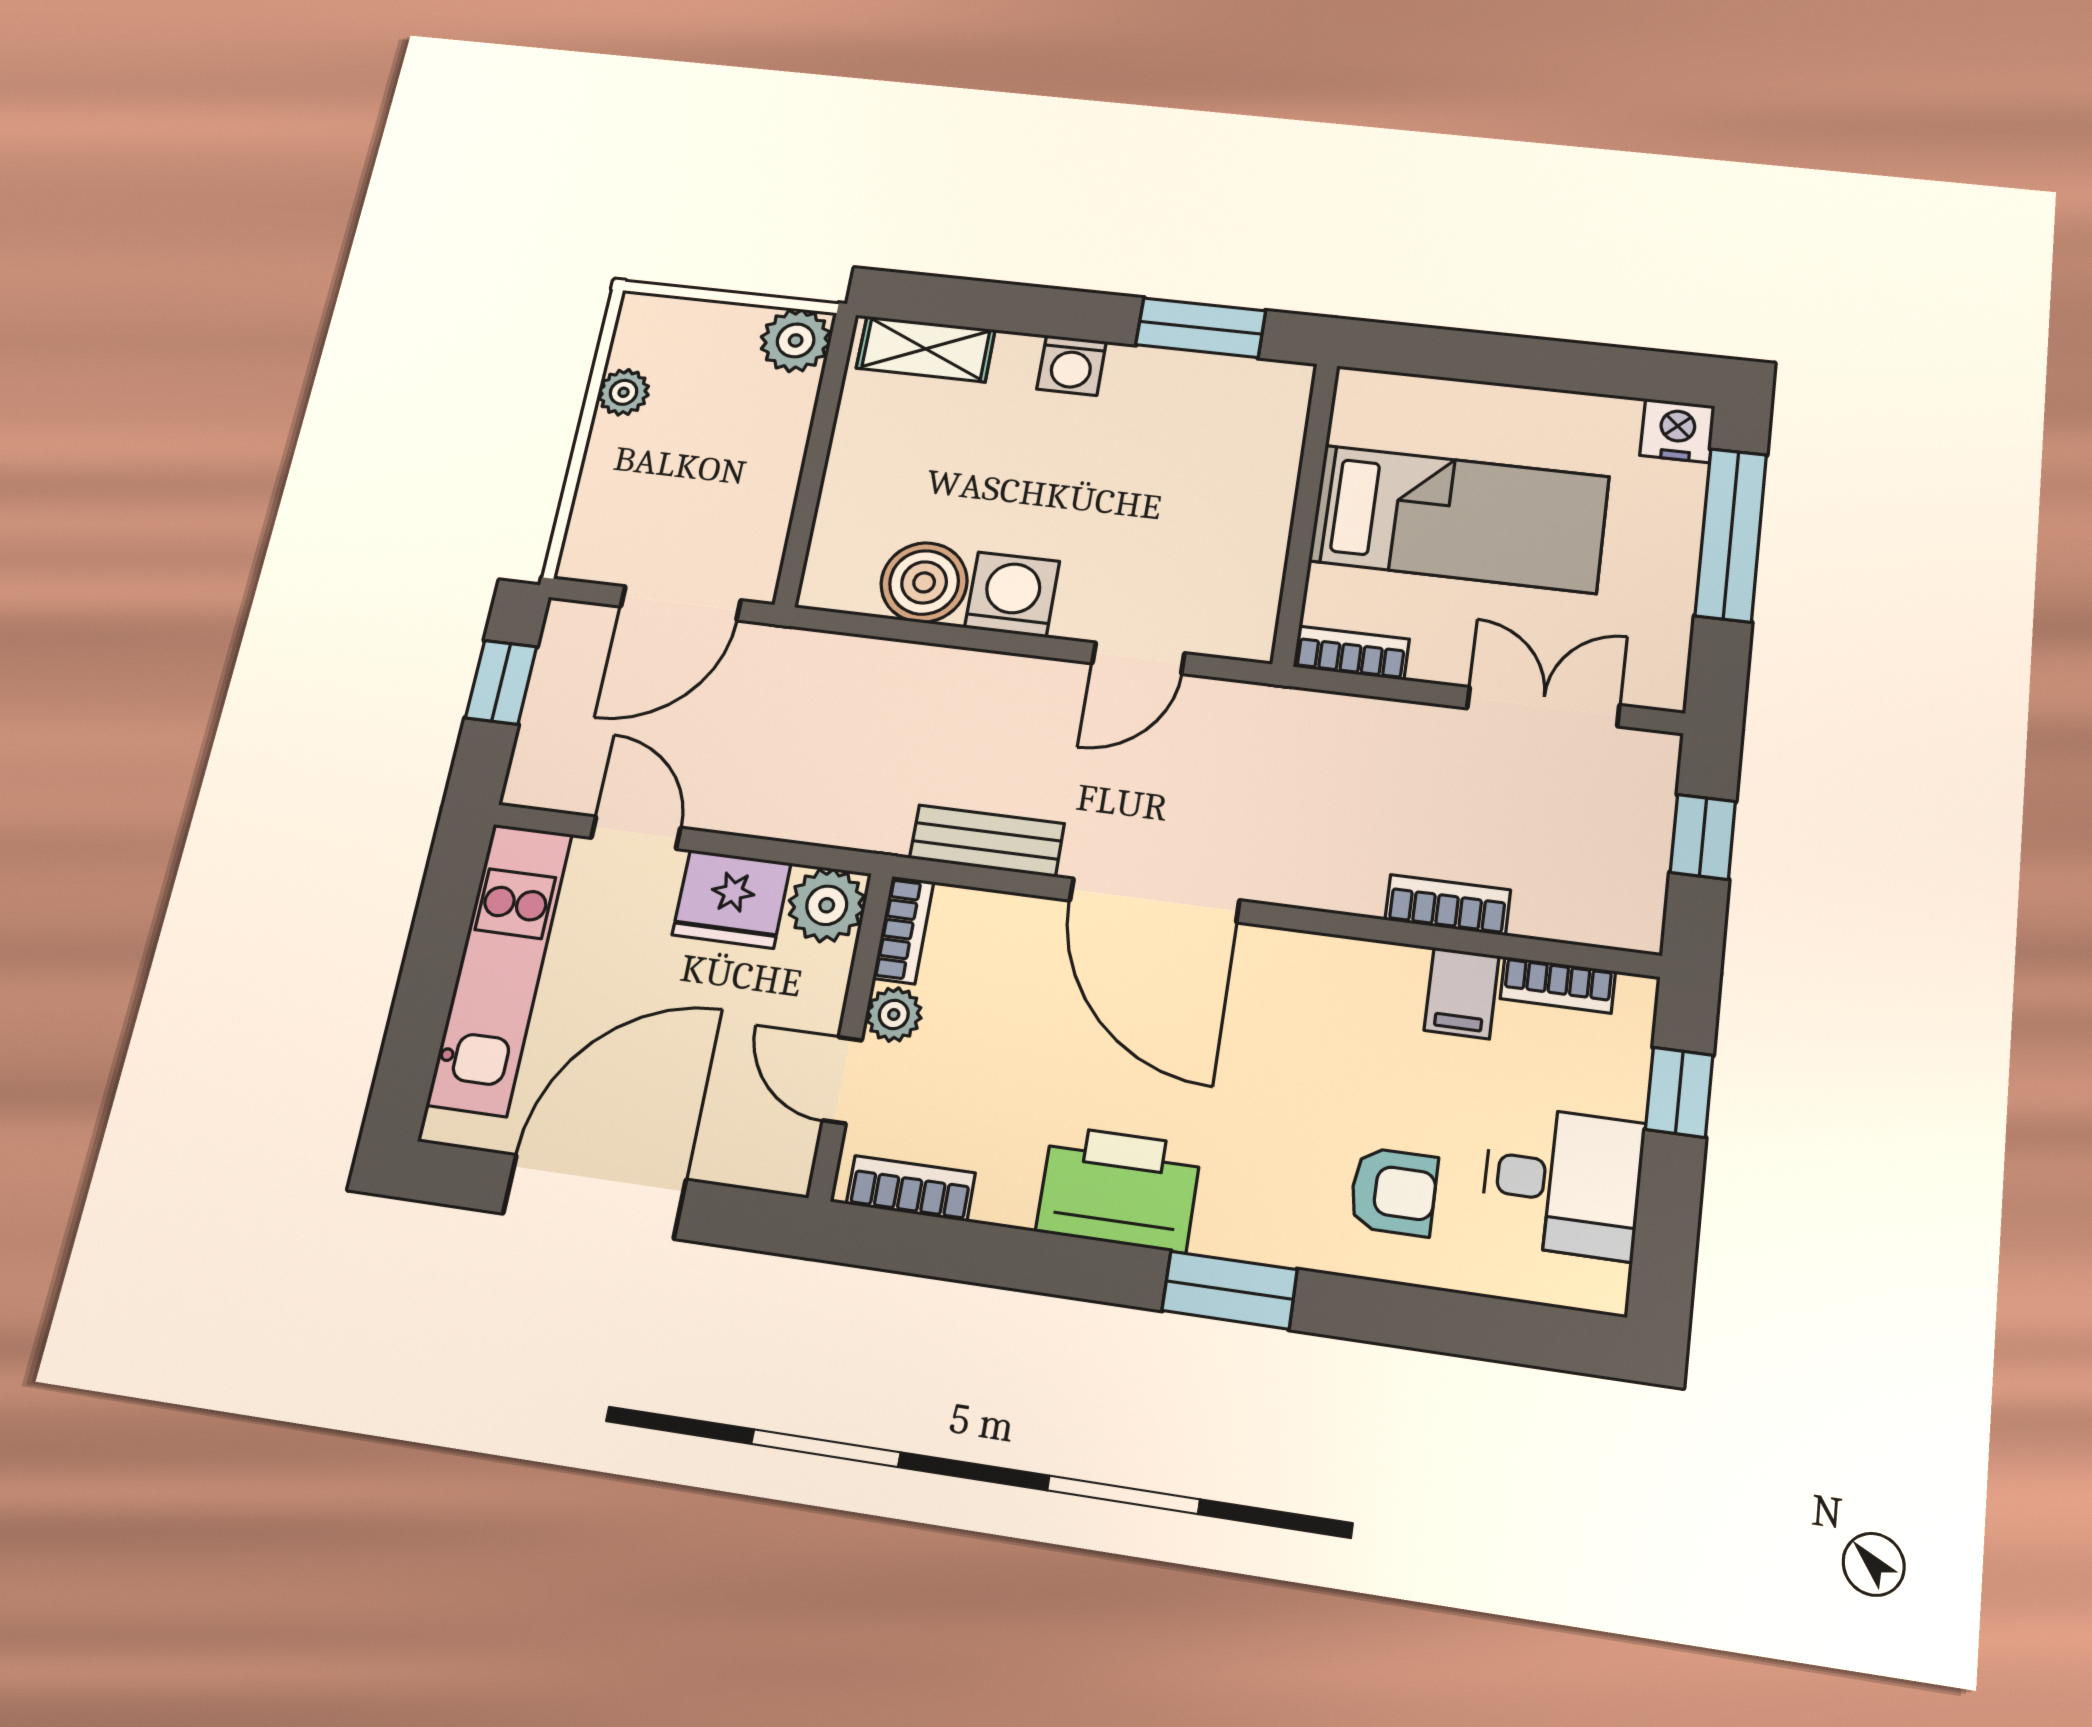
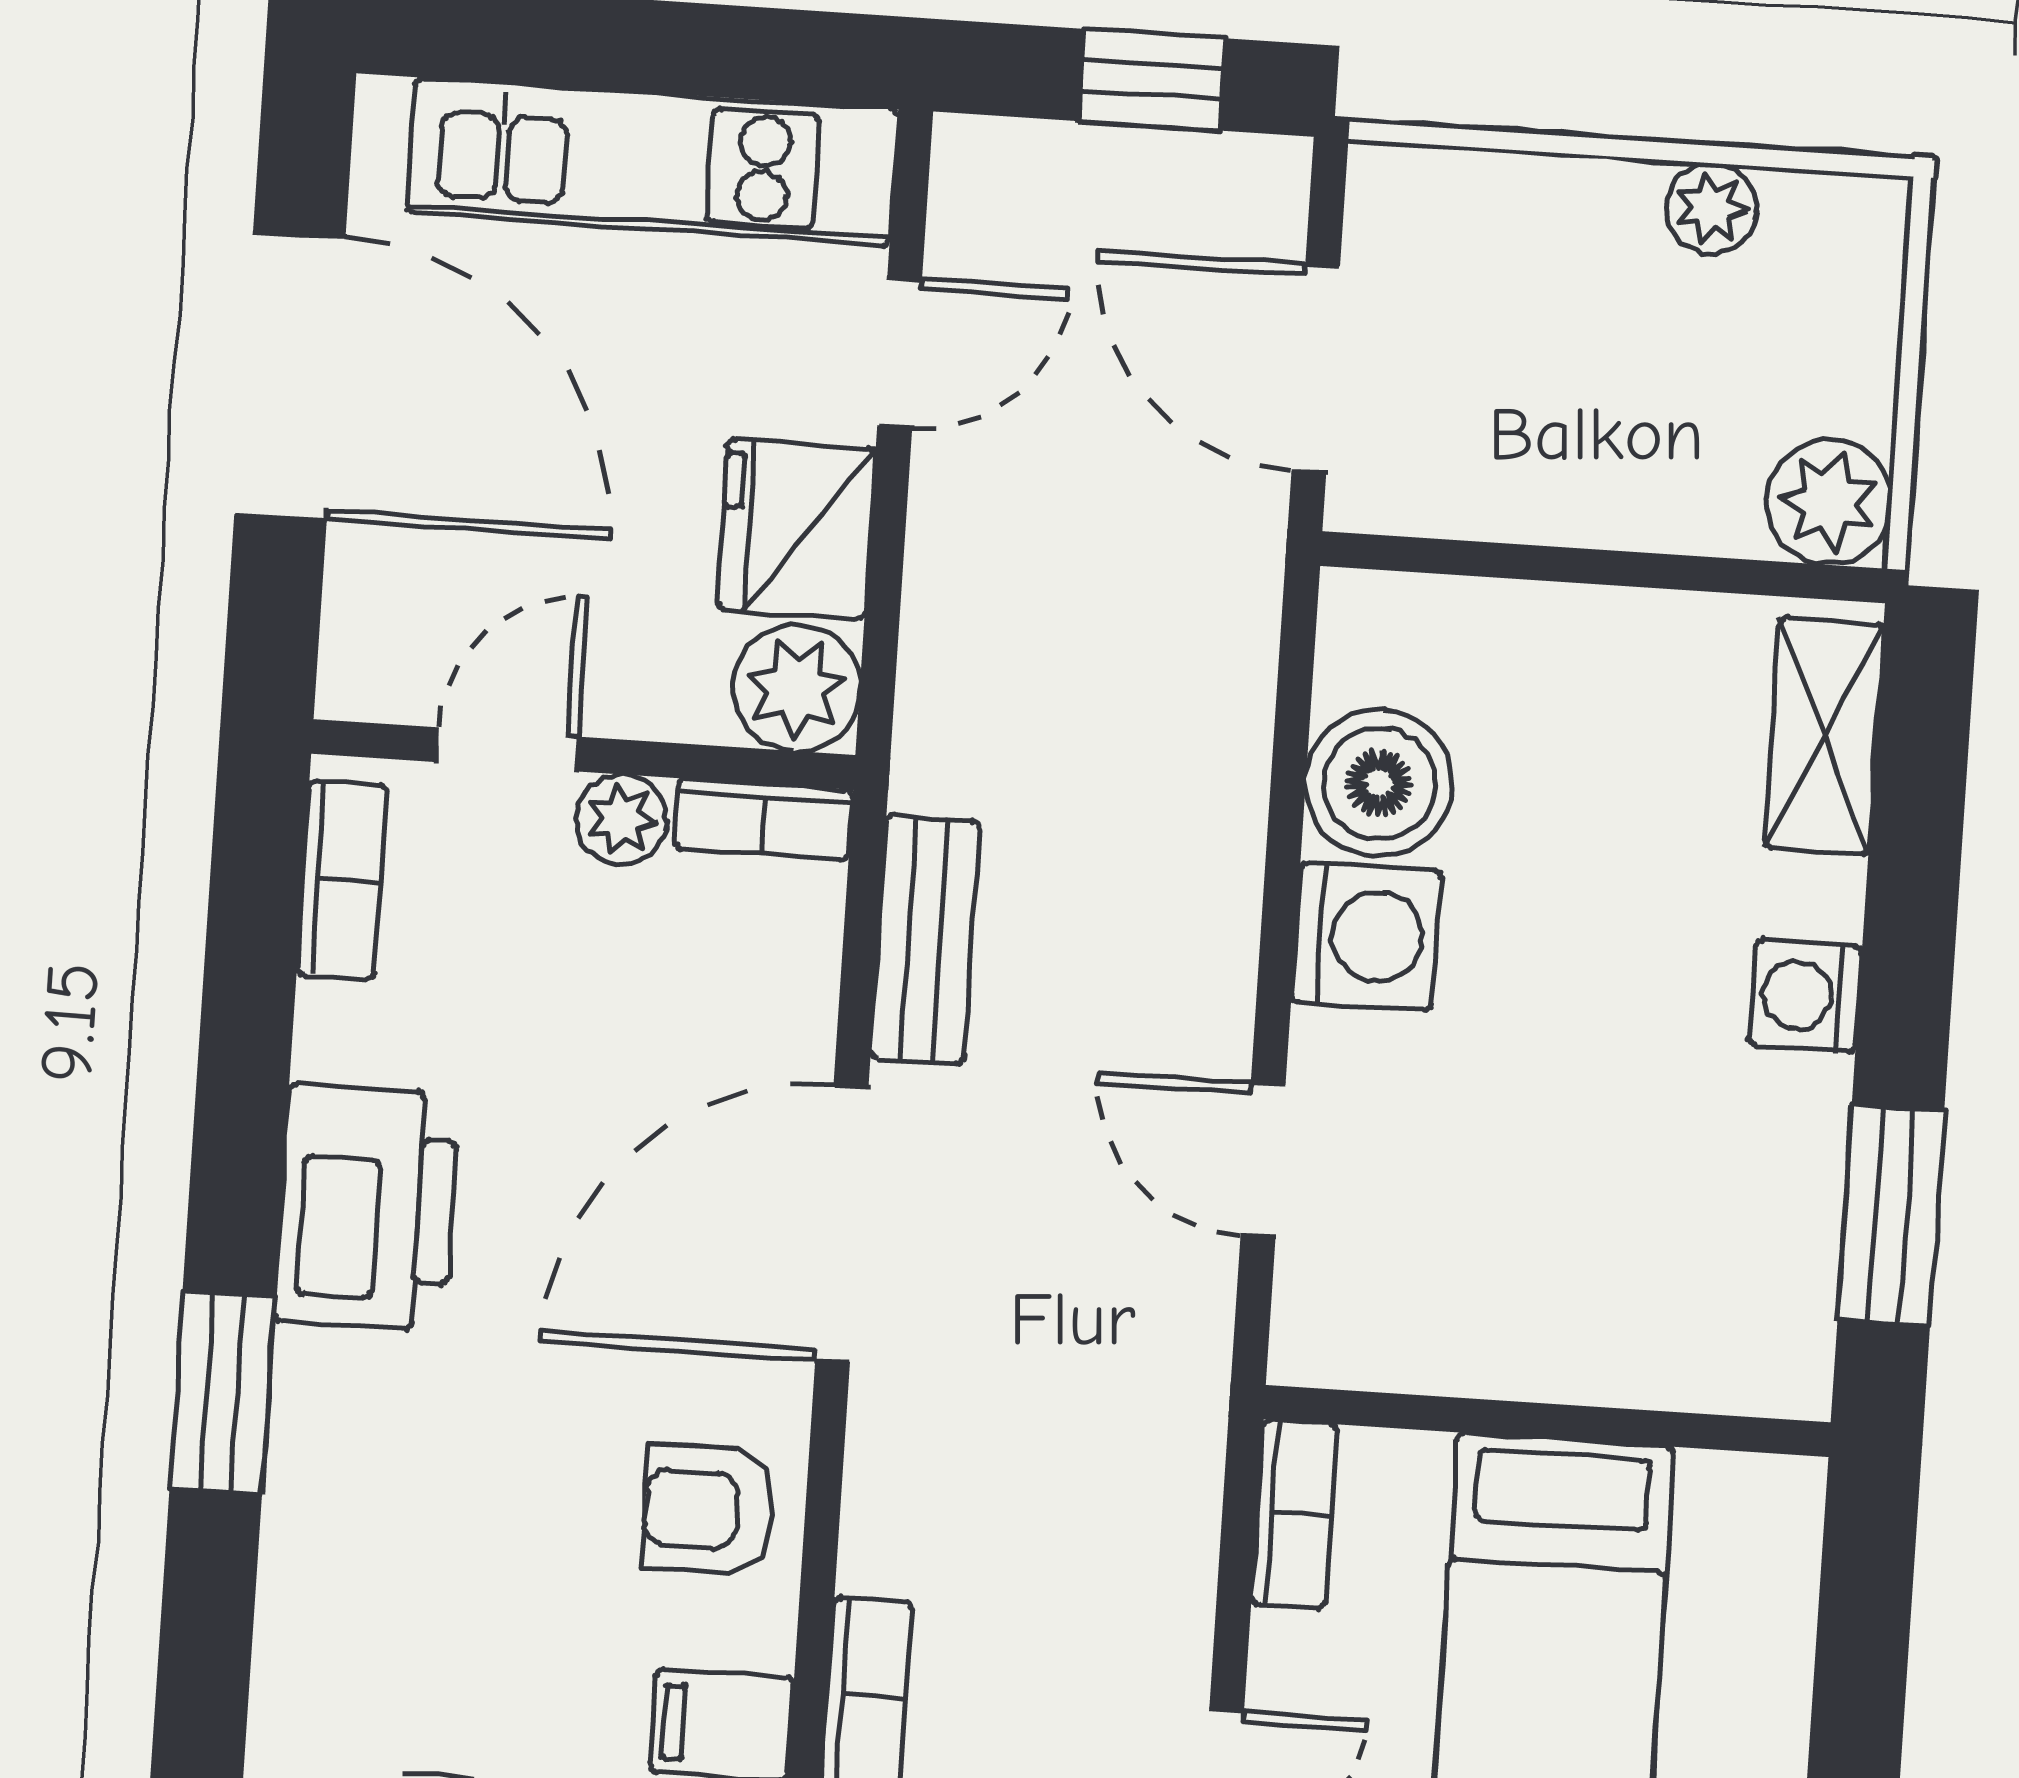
armchair: (1393, 1192) -> (709, 1510), moved, turned 90

